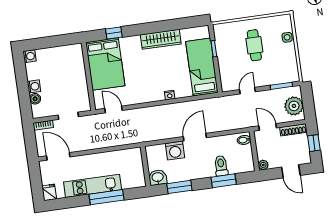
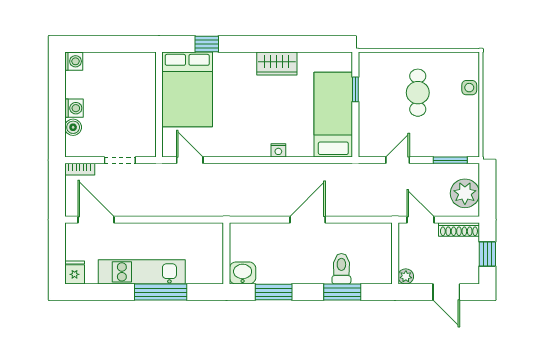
wardrobe: (161, 39) -> (277, 64), width x0.67
bidet: (244, 140) -> (382, 234), removed
washing machine: (175, 151) -> (275, 236), removed

